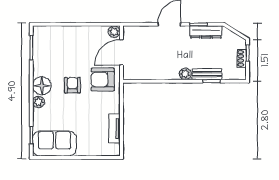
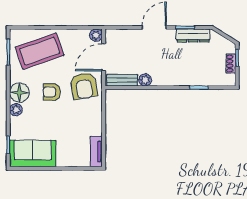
coffee table: (61, 47) -> (40, 51), added
plant: (185, 74) -> (145, 80), moved
bench: (207, 74) -> (122, 80), moved
armchair: (103, 79) -> (84, 86), turned -100
armchair: (72, 85) -> (52, 92), turned -90
tv unit: (114, 129) -> (96, 151), moved

